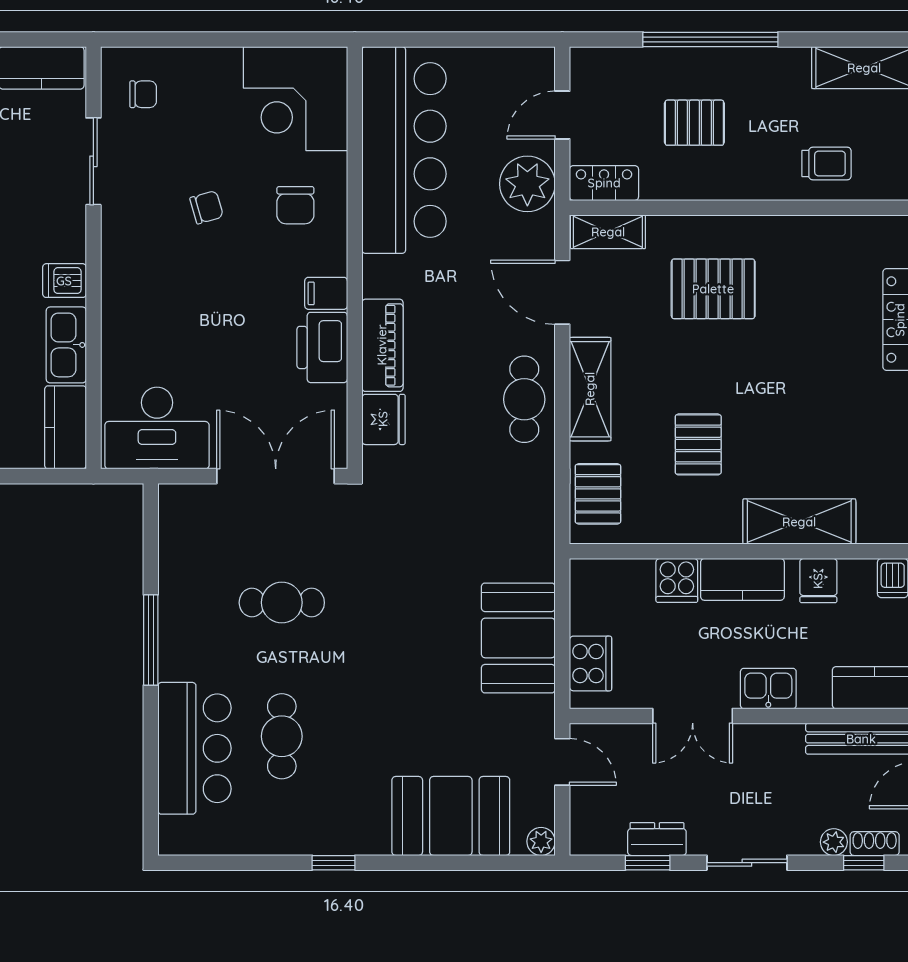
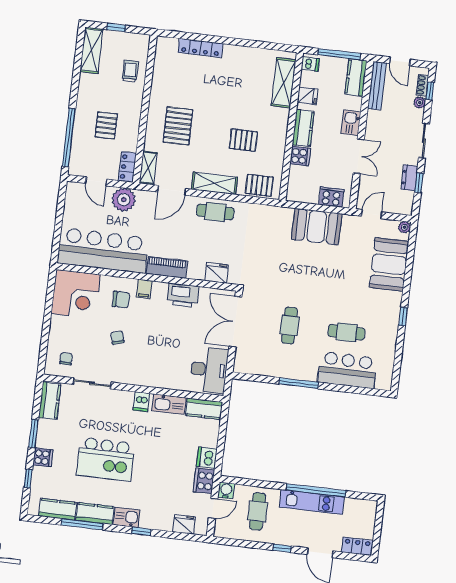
window: (710, 39) -> (69, 138), moved
filing cabinet: (326, 293) -> (144, 289), moved
piano: (382, 345) -> (167, 267), moved
shelving: (799, 522) -> (284, 83), moved

